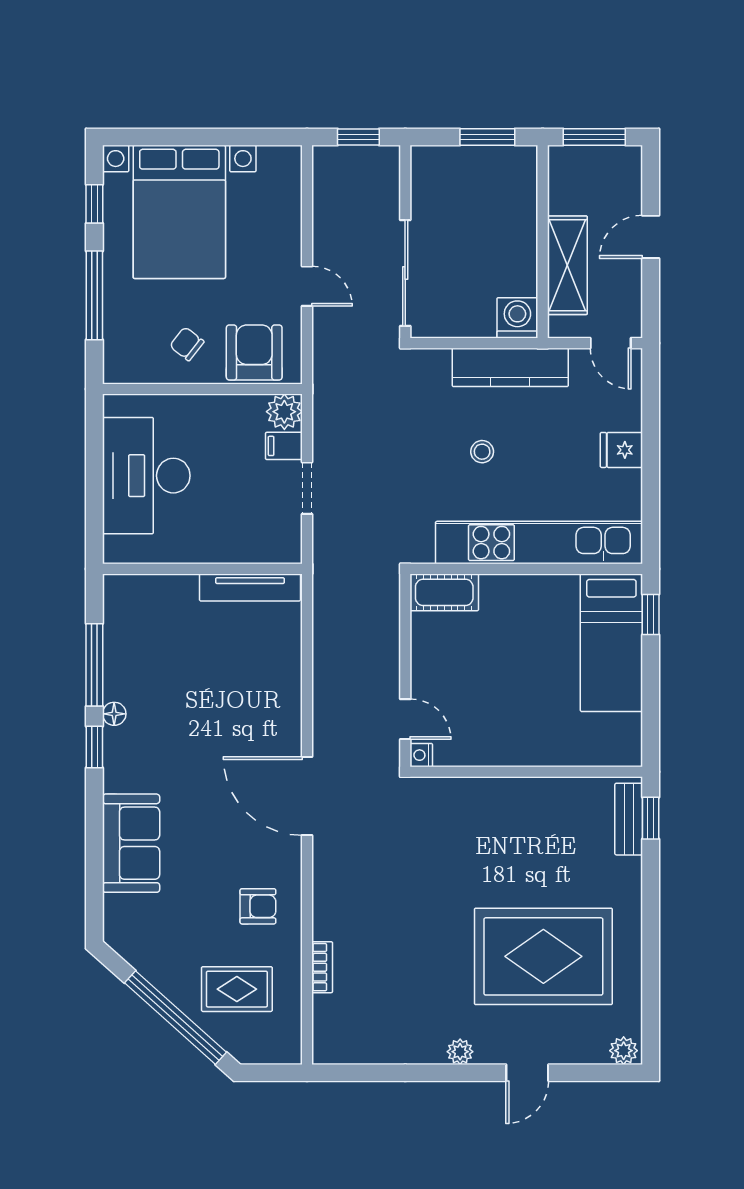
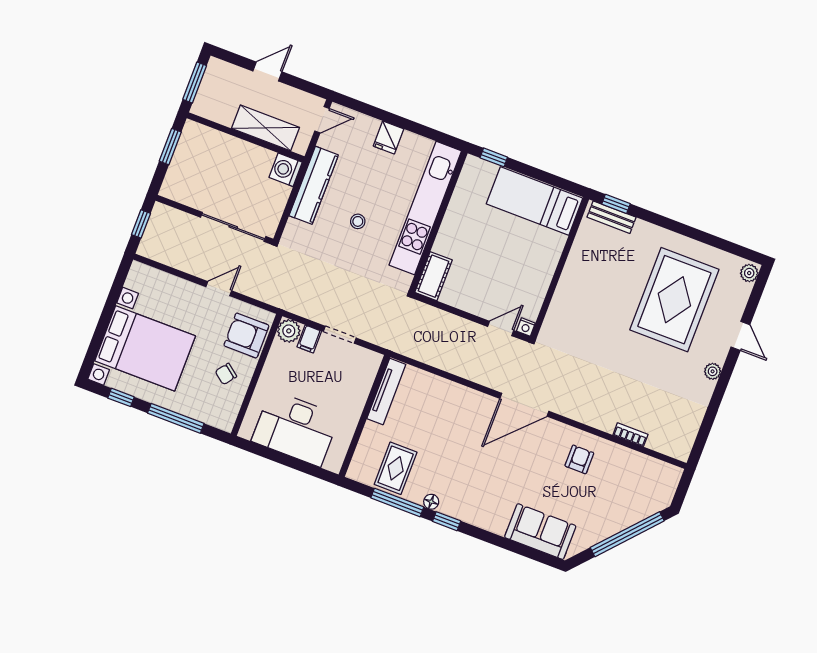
door: (651, 237) -> (267, 71), swing flipped
bed: (611, 643) -> (535, 201), moved, turned 180
sofa: (131, 843) -> (540, 532), moved
rug: (237, 989) -> (396, 468), moved

